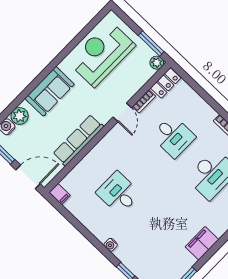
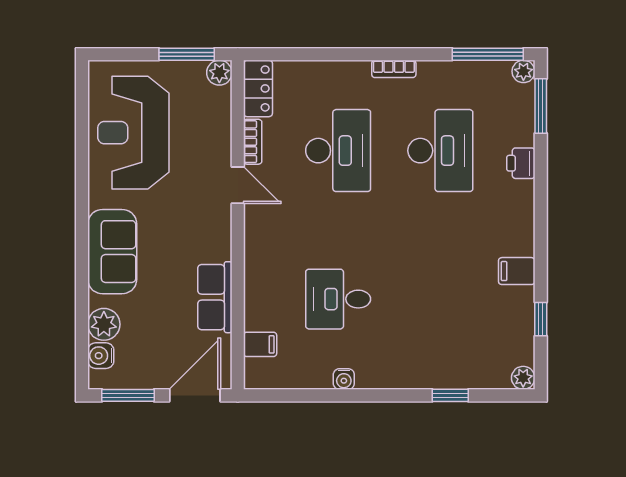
desk: (173, 136) -> (338, 151), width x1.37
row of seats: (78, 140) -> (215, 297), width x0.68
filing cabinet: (60, 194) -> (260, 344), moved
filing cabinet: (202, 243) -> (517, 271), width x0.50
water cooler: (111, 245) -> (344, 379), moved

